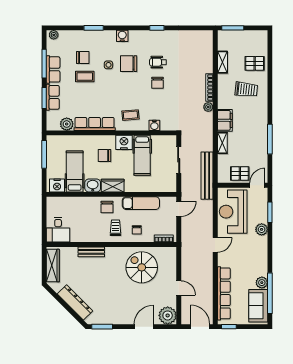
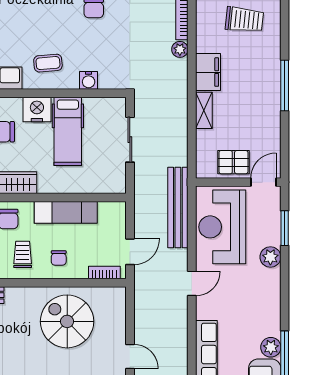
window: (270, 139) -> (285, 86), moved
bench: (207, 176) -> (178, 208), moved
door: (179, 209) -> (130, 252), moved

